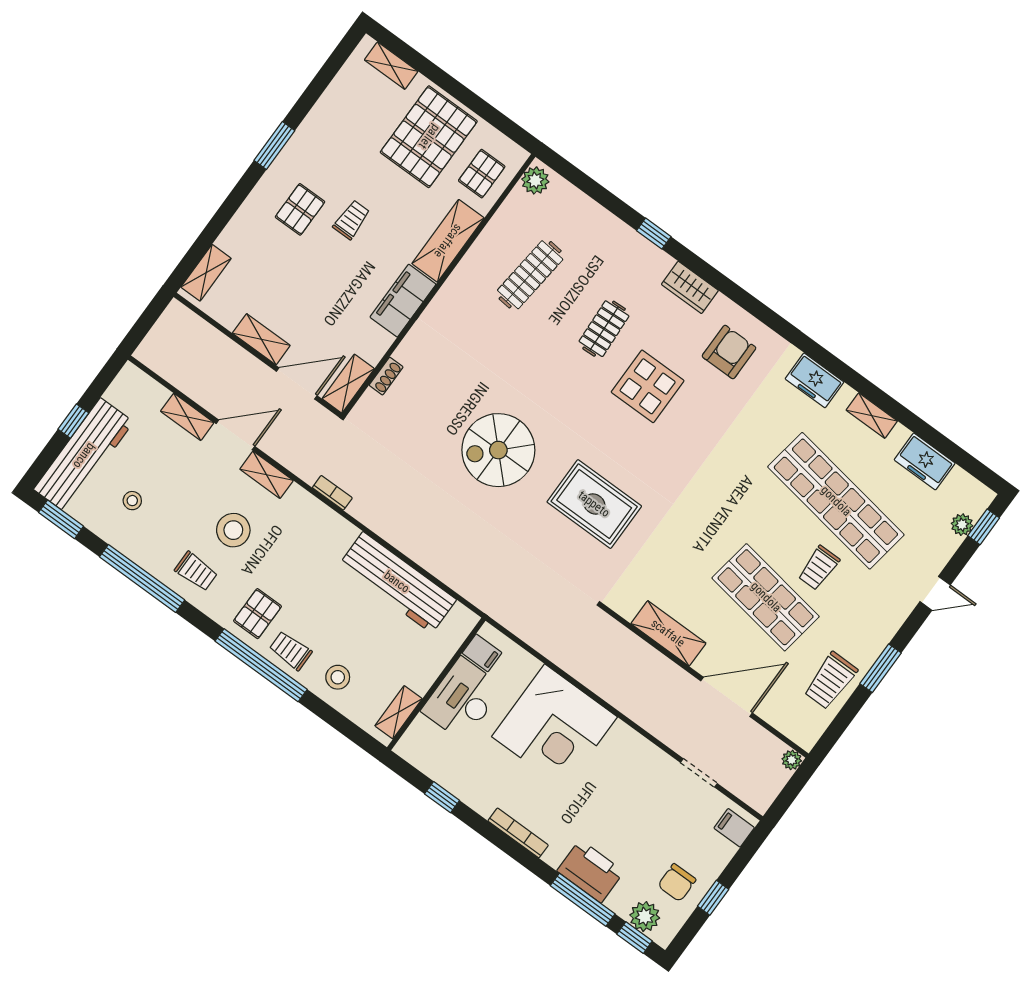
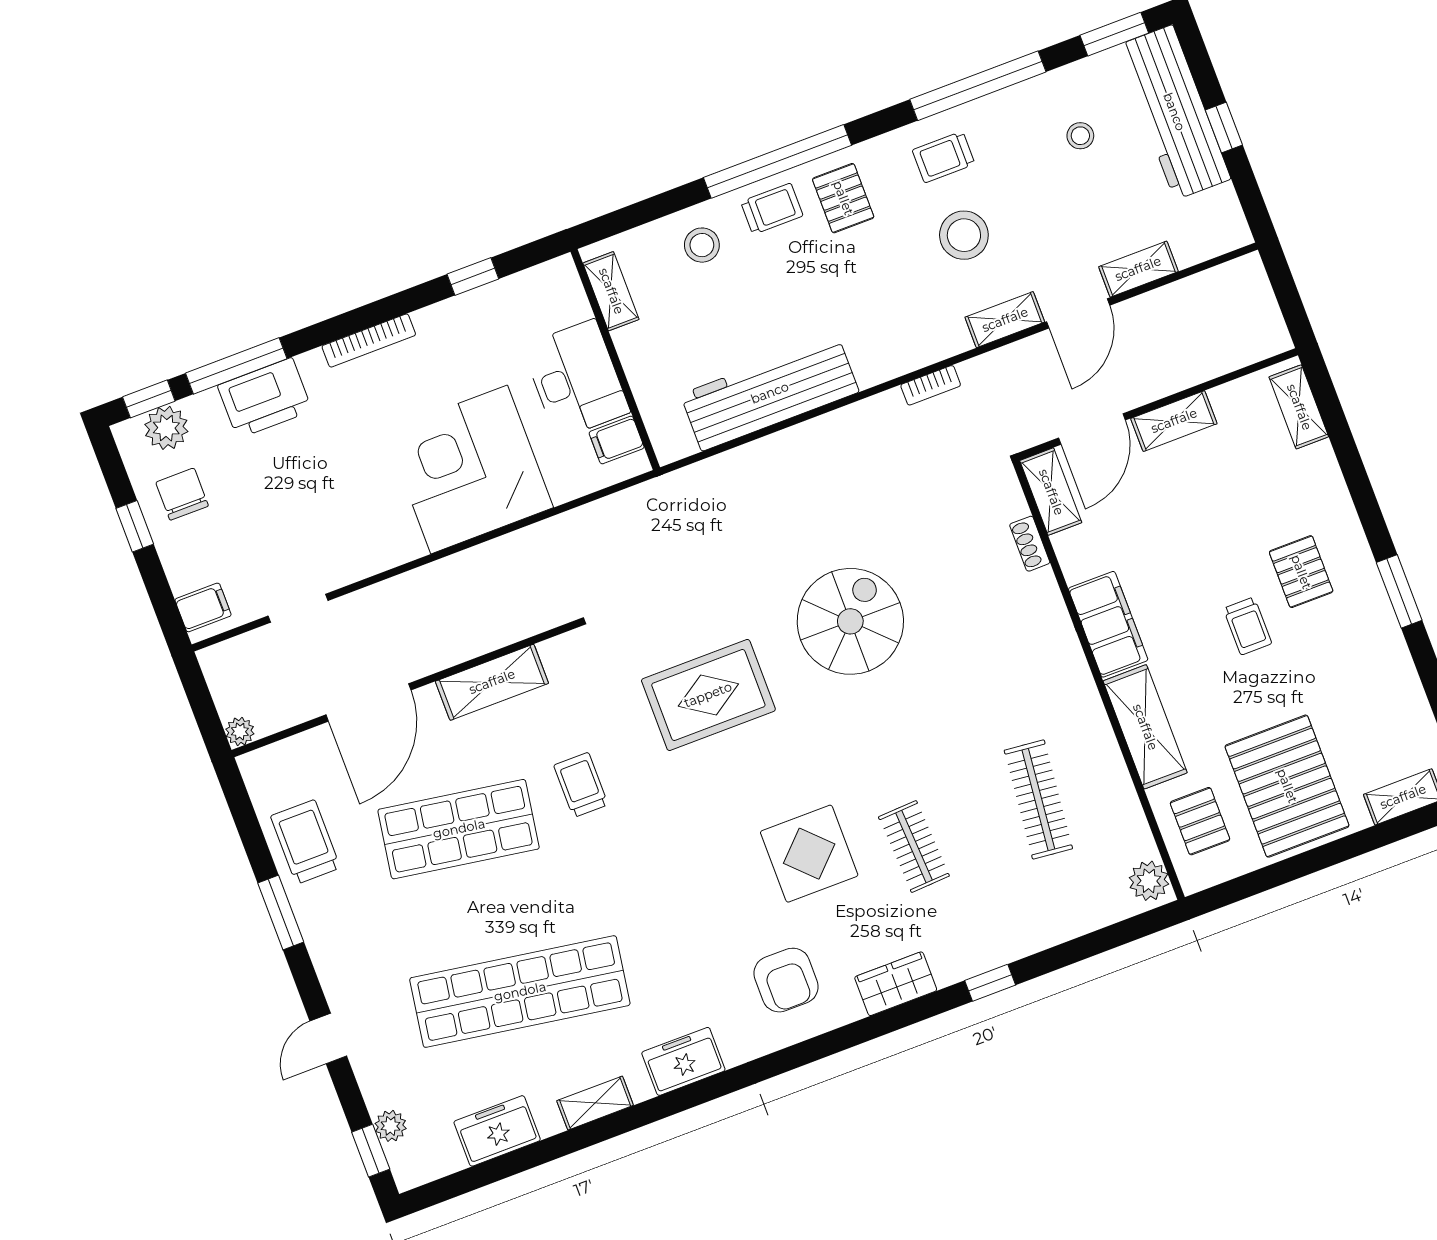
trolley: (819, 568) -> (581, 785), moved

